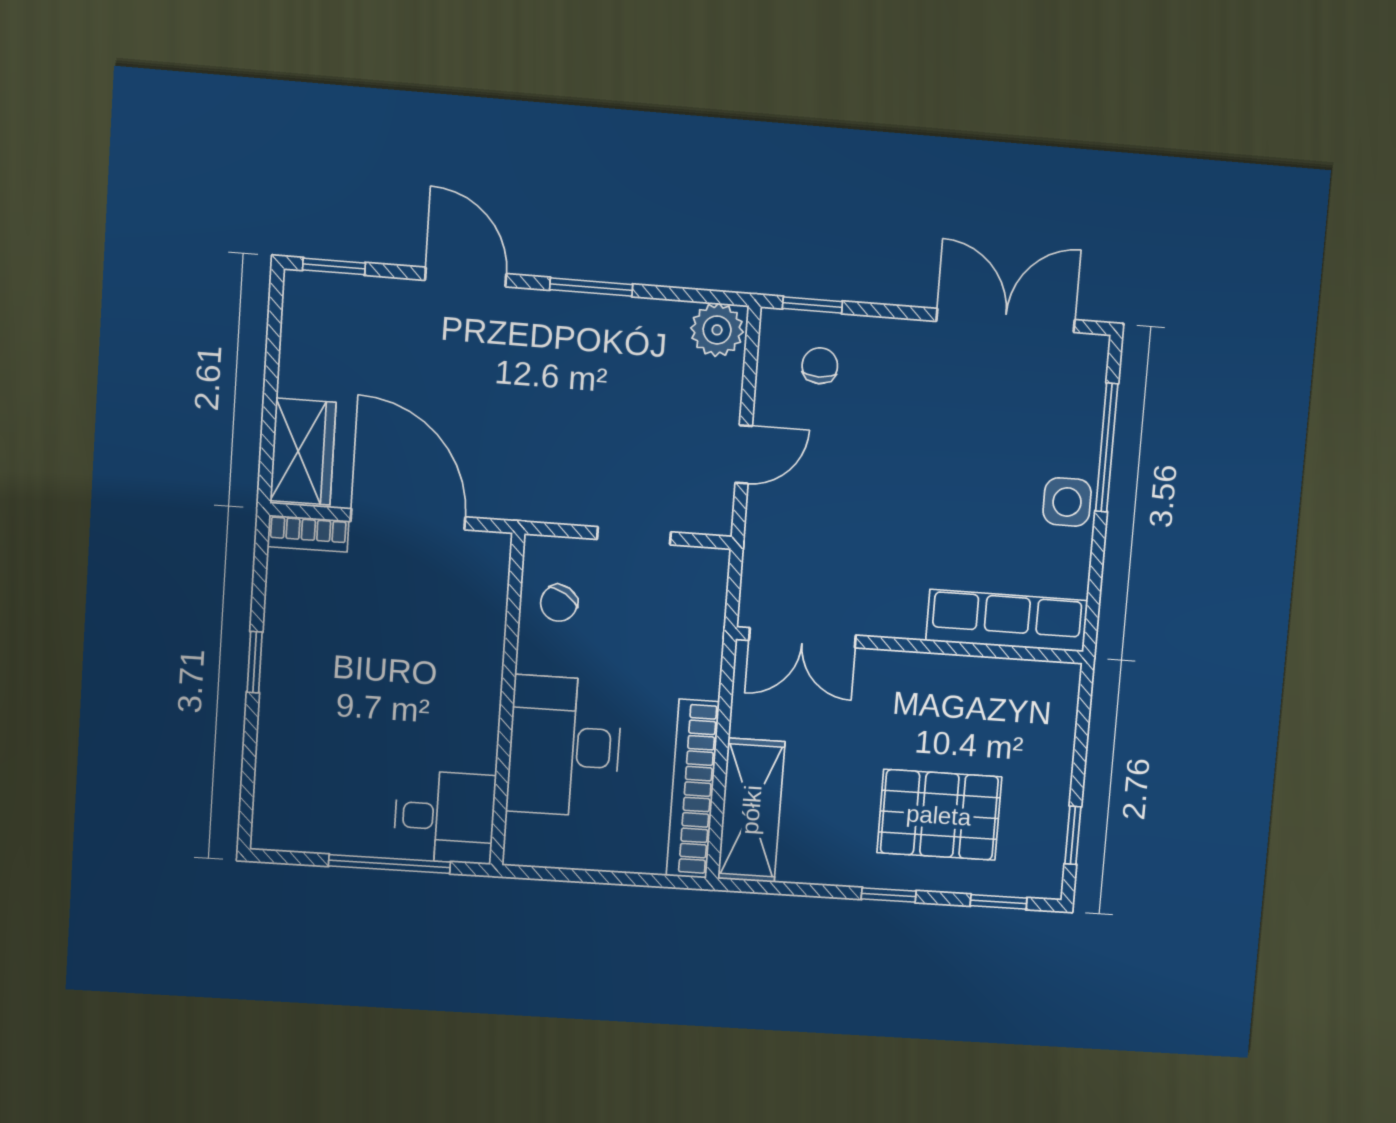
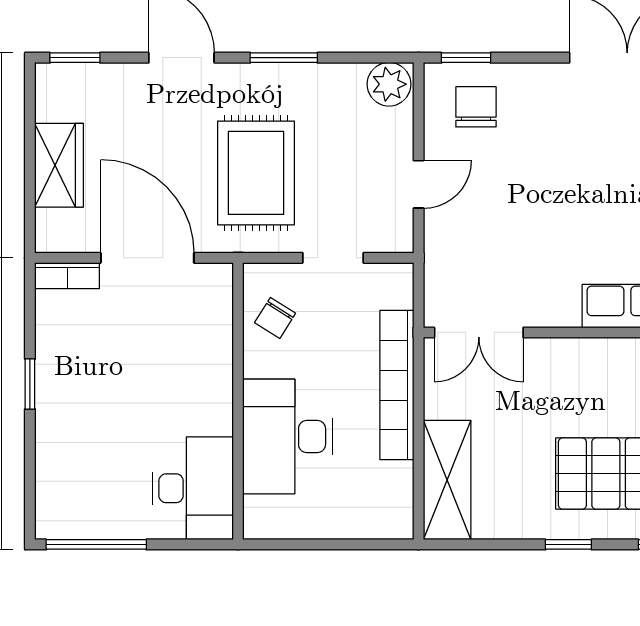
chair: (820, 366) -> (476, 107), width x1.37, depth x1.37
rug: (548, 426) -> (256, 173), added
wardrobe: (303, 452) -> (59, 165), moved
bookcase: (693, 789) -> (397, 385), moved
desk: (445, 817) -> (193, 488), width x1.37
window: (390, 864) -> (96, 544), moved

